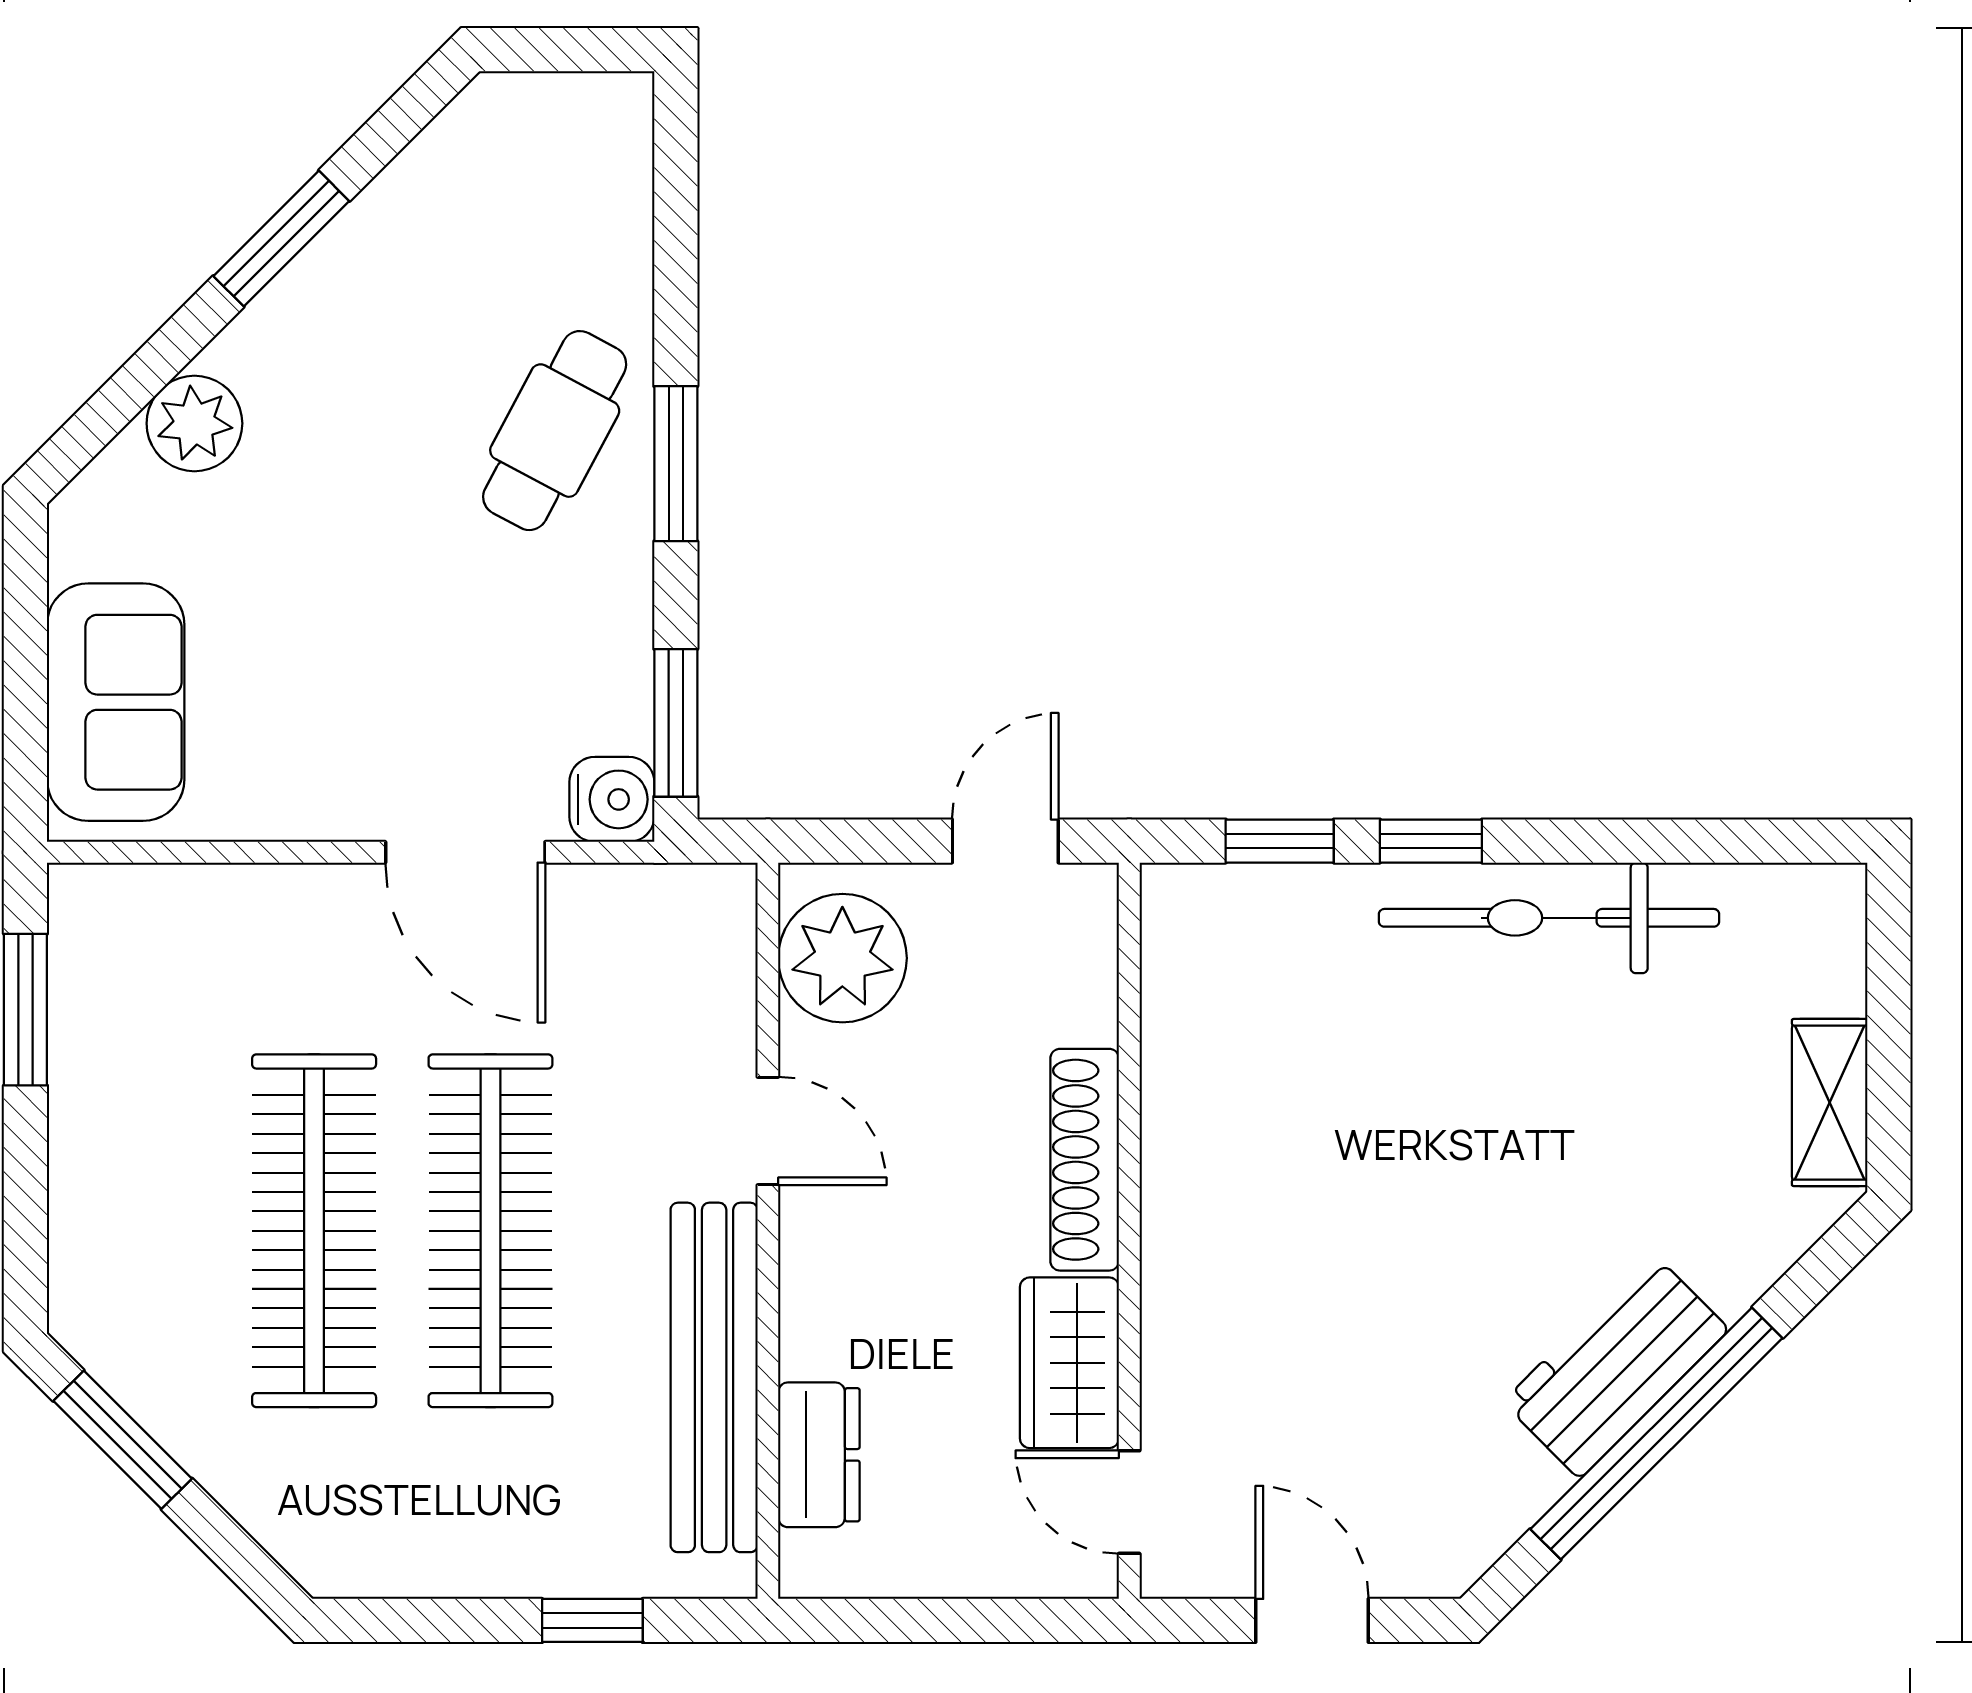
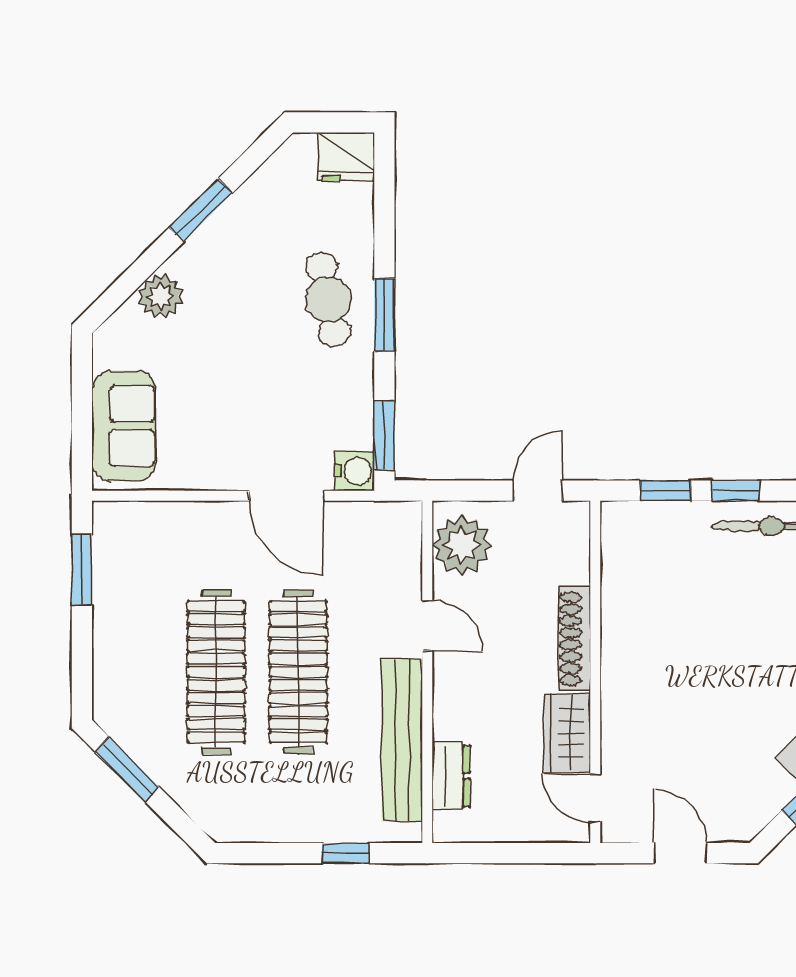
fridge: (593, 124) -> (346, 157), added
cafe table: (555, 431) -> (328, 300), turned -39

